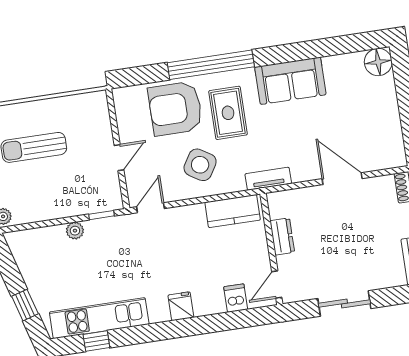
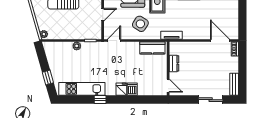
door: (342, 179) -> (220, 41), moved
door: (277, 284) -> (168, 86), swing flipped
dishwasher: (236, 298) -> (132, 89), moved
sliding door: (344, 304) -> (211, 100), moved
window: (96, 341) -> (100, 100), moved

